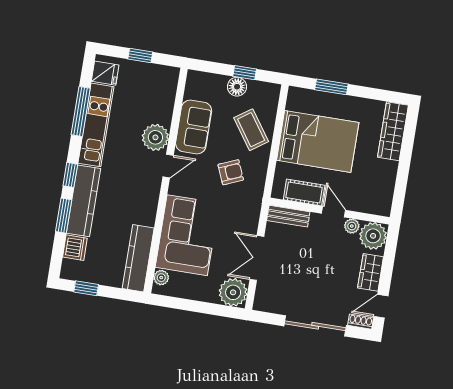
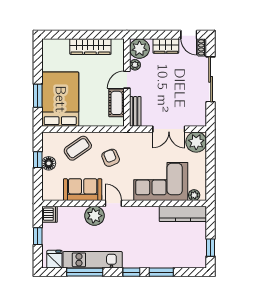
wardrobe: (393, 131) -> (90, 47), moved
bed: (318, 141) -> (60, 99), moved
kitchen counter: (83, 201) -> (148, 260), removed
dishwasher: (75, 248) -> (49, 214), moved, turned 90

